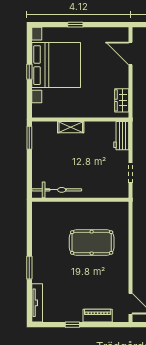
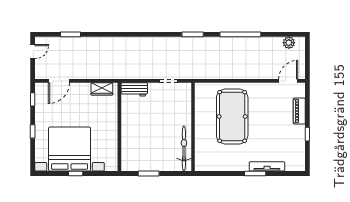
window: (110, 25) -> (33, 99), added
shelving: (71, 127) -> (126, 136), removed
window: (29, 138) -> (149, 173), moved
pool table: (92, 242) -> (232, 116), width x1.36, depth x1.32
tv unit: (37, 303) -> (267, 166), moved

